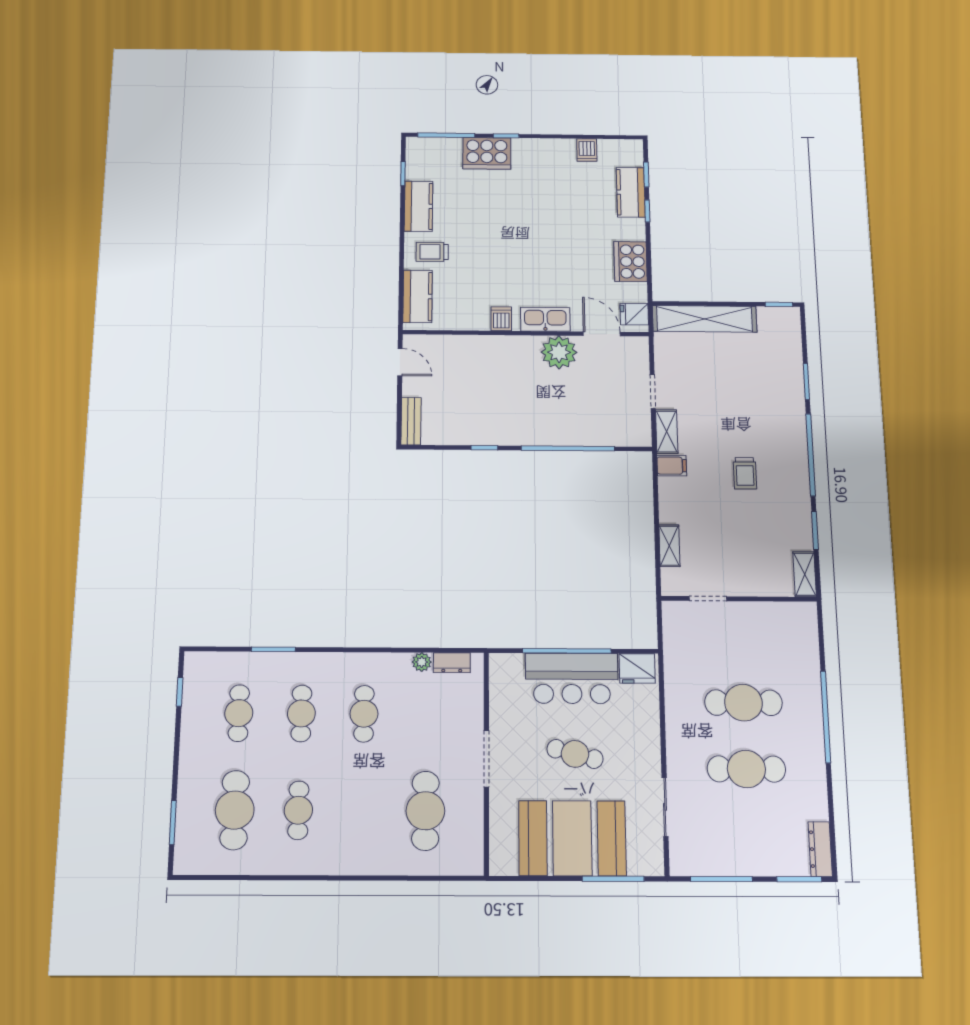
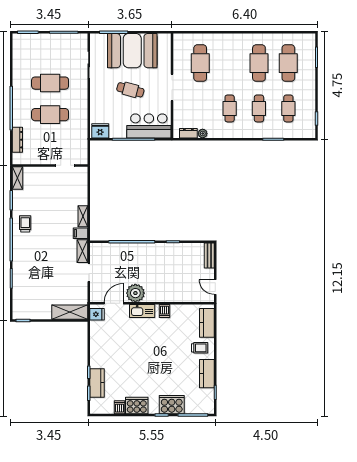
cooker: (630, 262) -> (137, 406), moved, turned -90
shelving: (704, 319) -> (70, 312), width x0.68
door: (602, 334) -> (114, 303), swing flipped
trolley: (745, 473) -> (25, 224), moved
shelving: (669, 546) -> (83, 216), moved
bar counter: (572, 678) -> (149, 126), moved
cafe table: (298, 810) -> (259, 63), width x1.37, depth x1.35
dresser: (820, 849) -> (17, 140), moved

